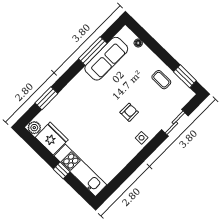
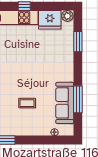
coffee table: (161, 80) -> (27, 103), moved
armchair: (129, 112) -> (18, 84), removed

